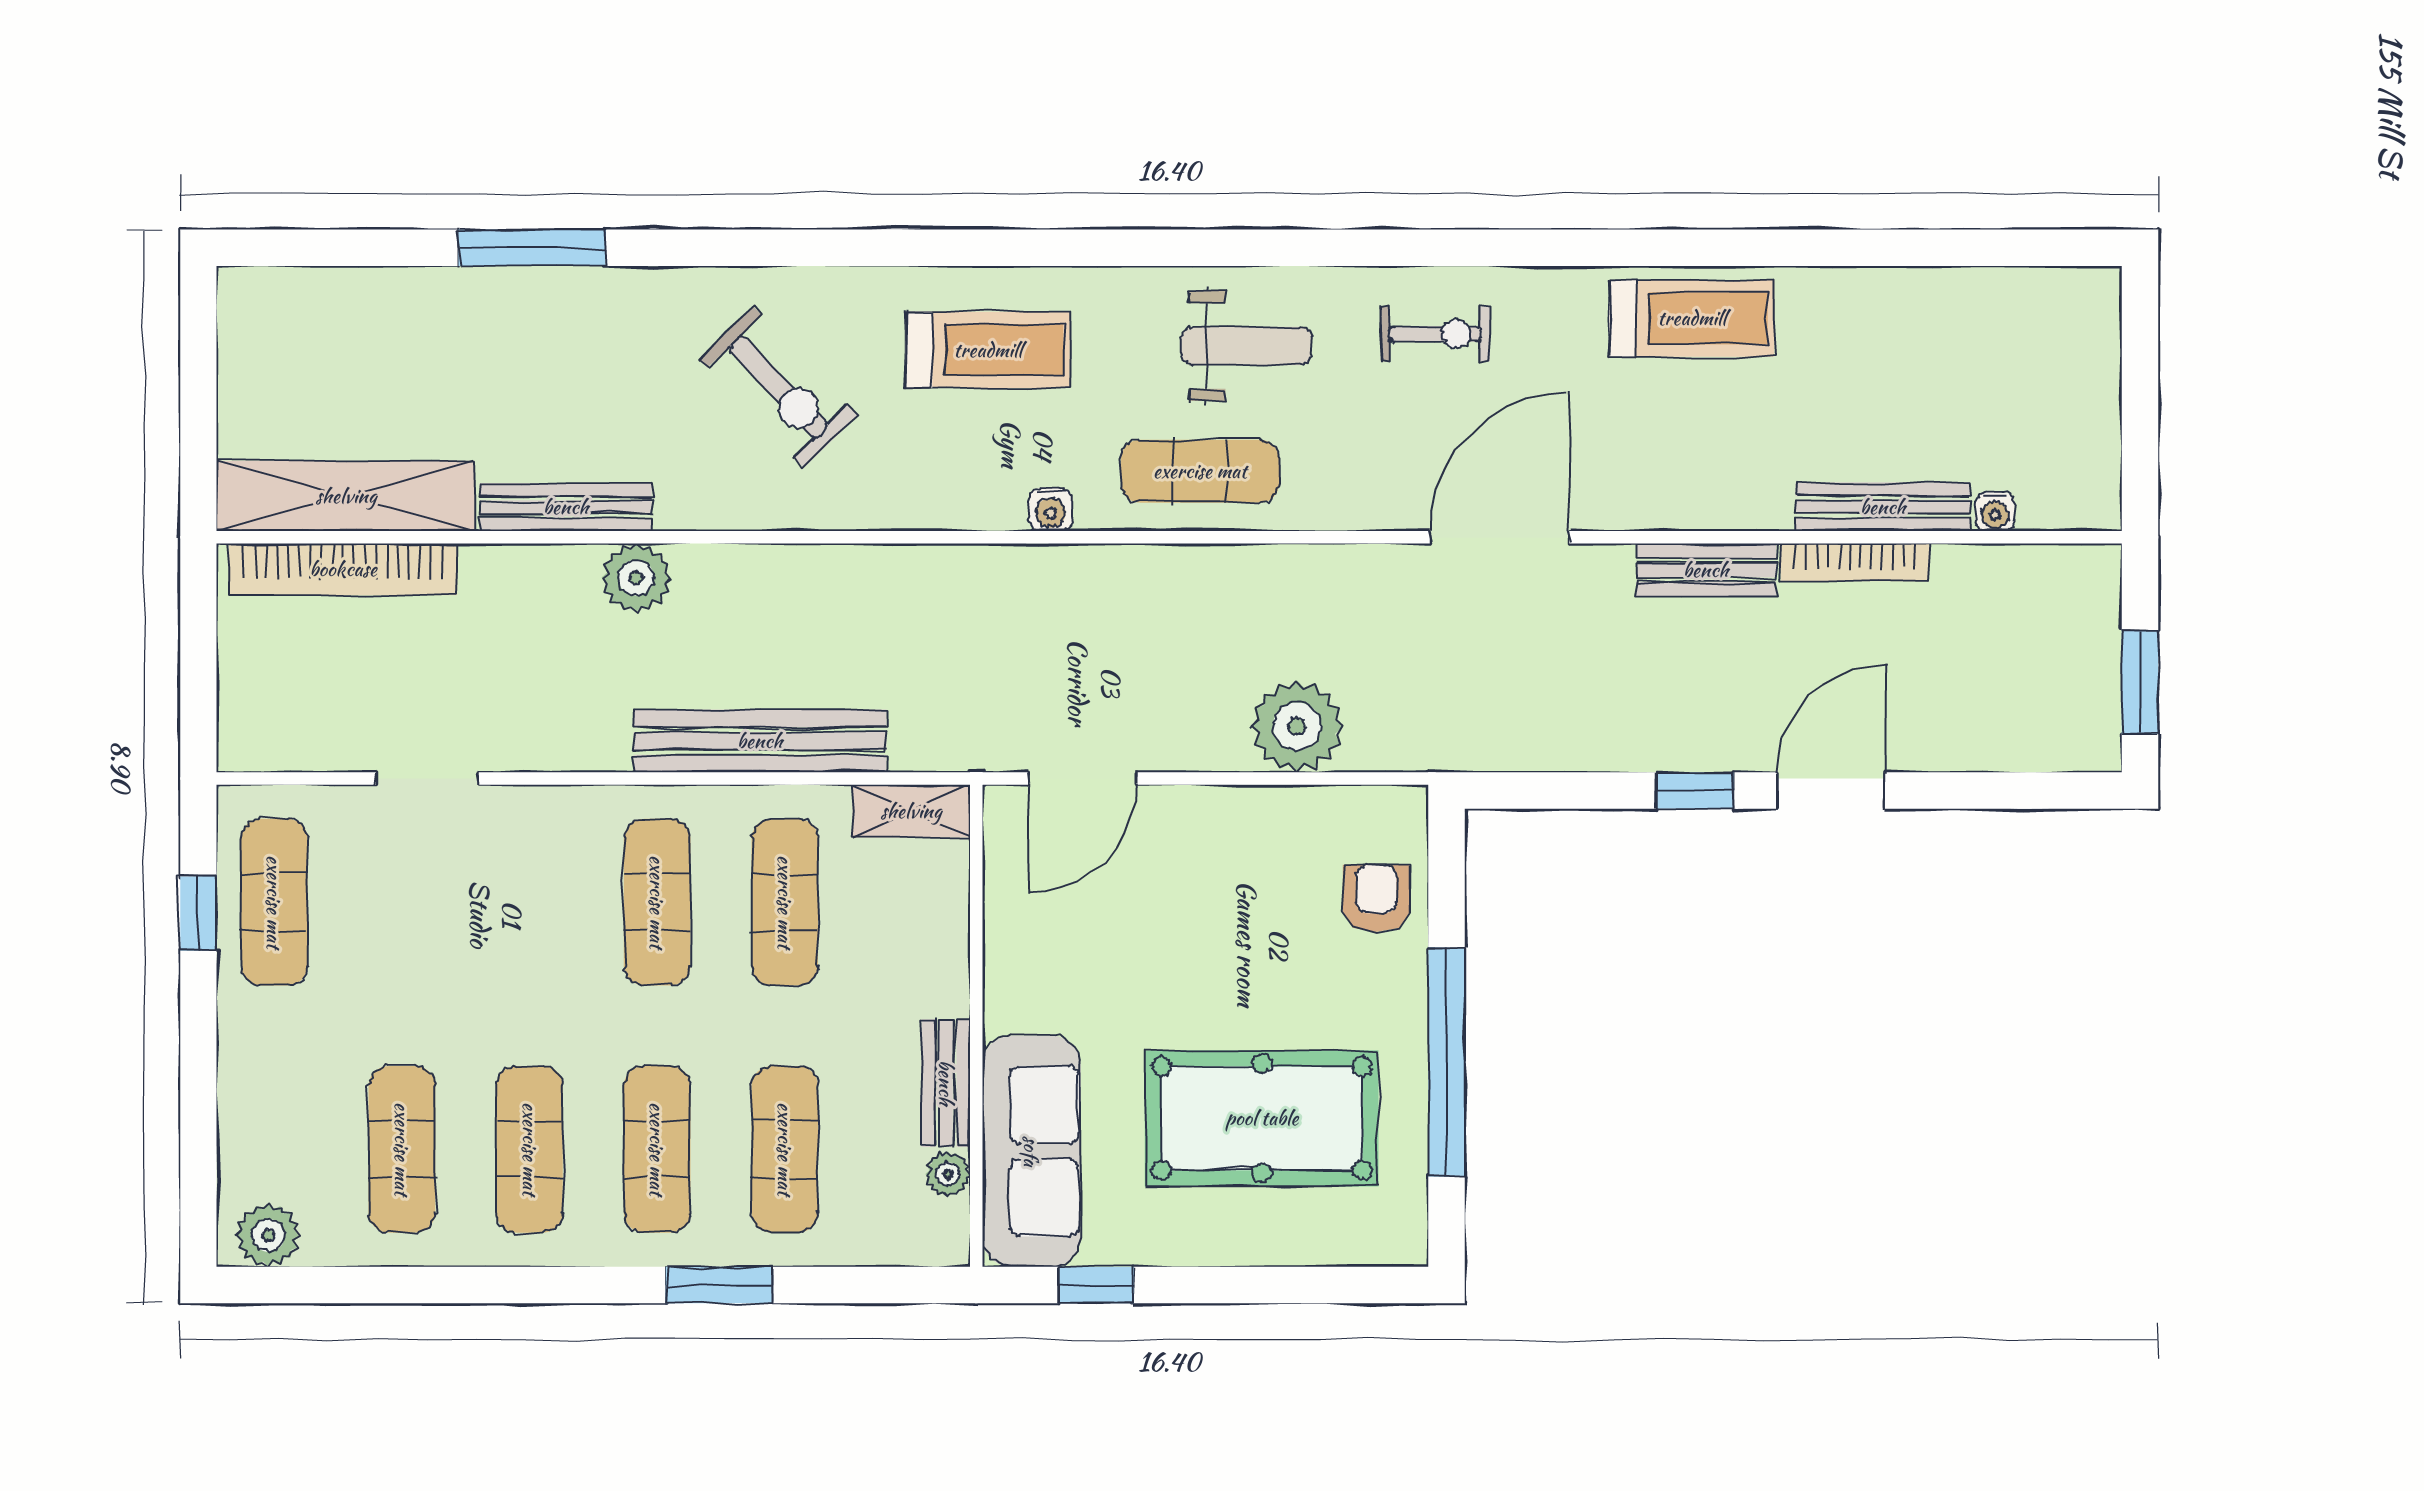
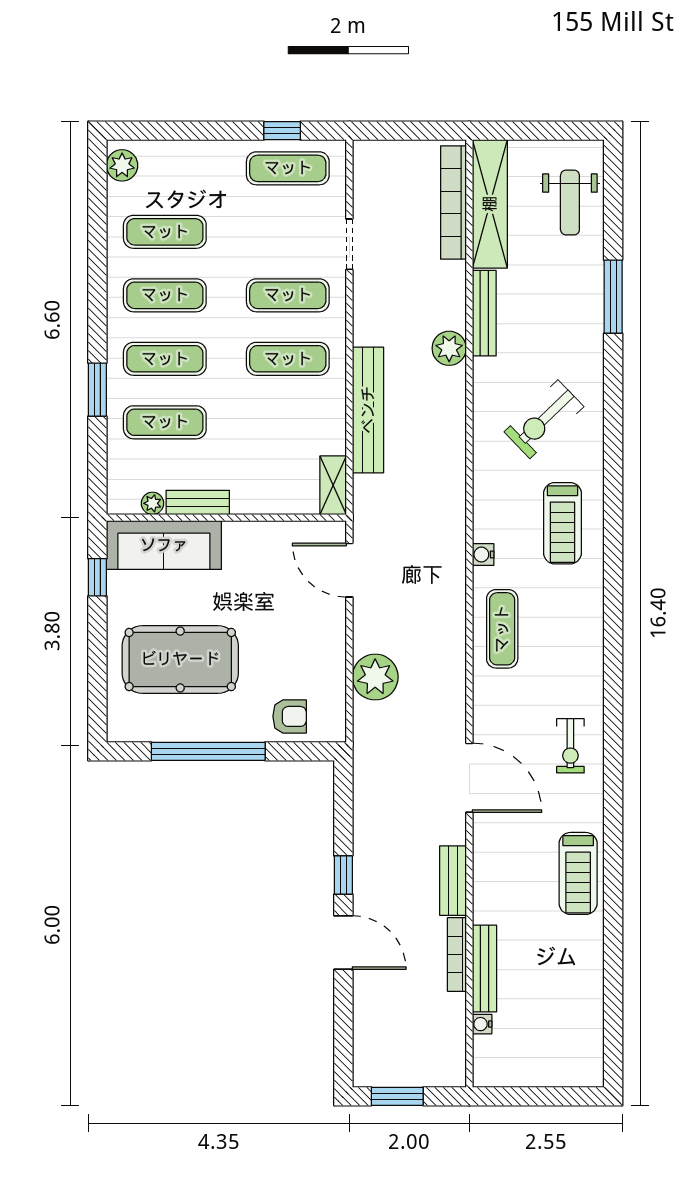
weight bench: (1246, 346) -> (570, 203), moved
exercise mat: (785, 902) -> (288, 295), moved
pool table: (1262, 1118) -> (180, 659), turned 90

